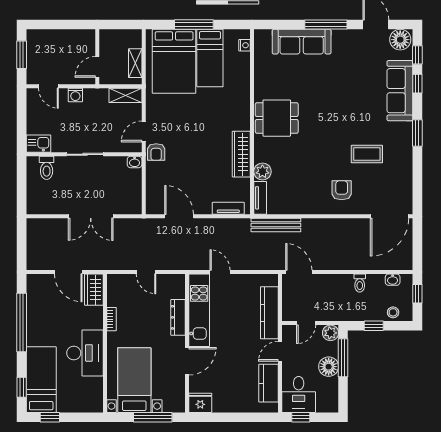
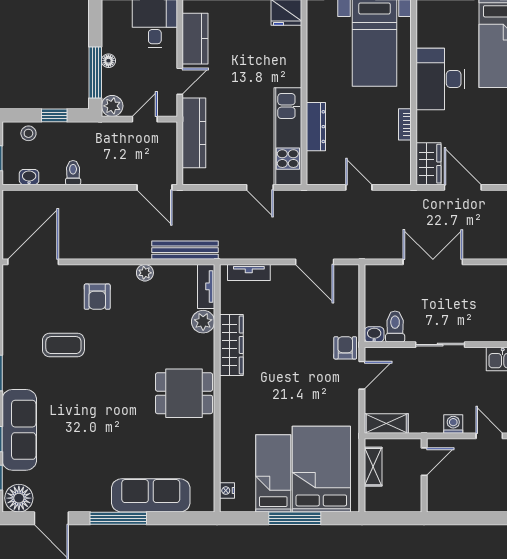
toilet: (47, 168) -> (395, 327), moved
plant: (306, 208) -> (145, 273), added
door: (187, 361) -> (304, 68), removed
floor lamp: (329, 367) -> (108, 61), width x0.53, depth x0.53

